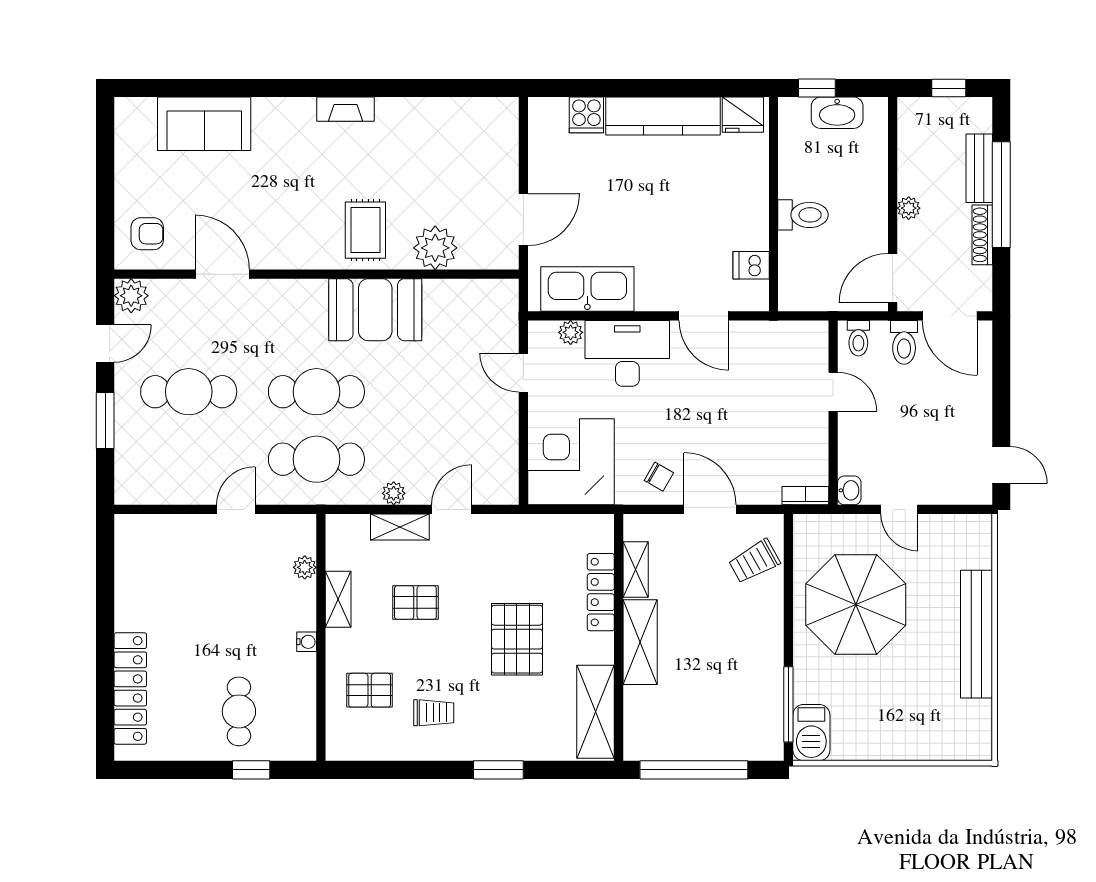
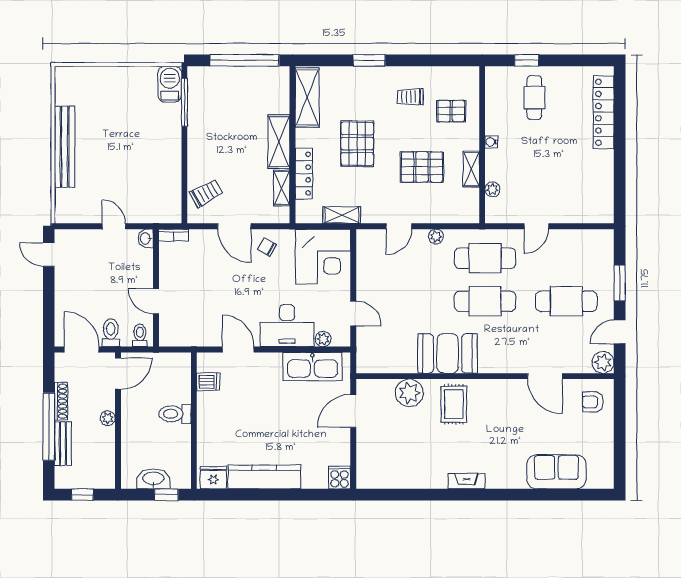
cooker: (586, 115) -> (340, 478), moved
shelving: (400, 527) -> (342, 215), moved
pallet: (415, 603) -> (422, 167), width x1.50, depth x1.42
parasol: (856, 605) -> (142, 166), removed

